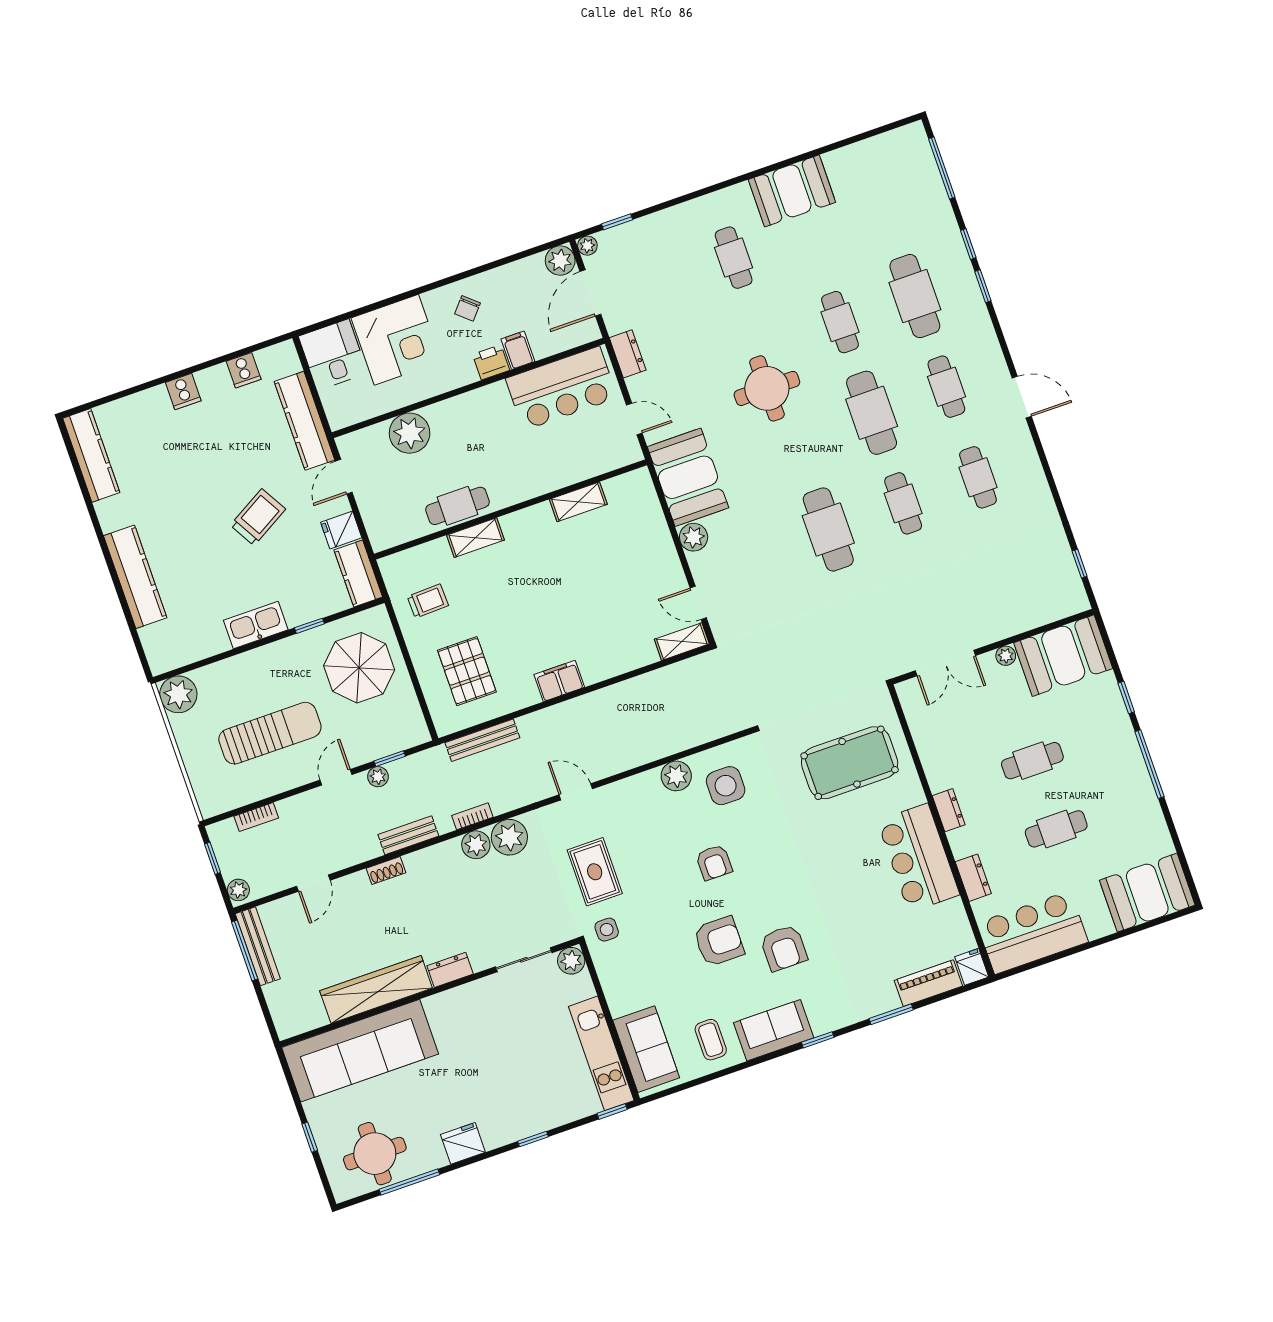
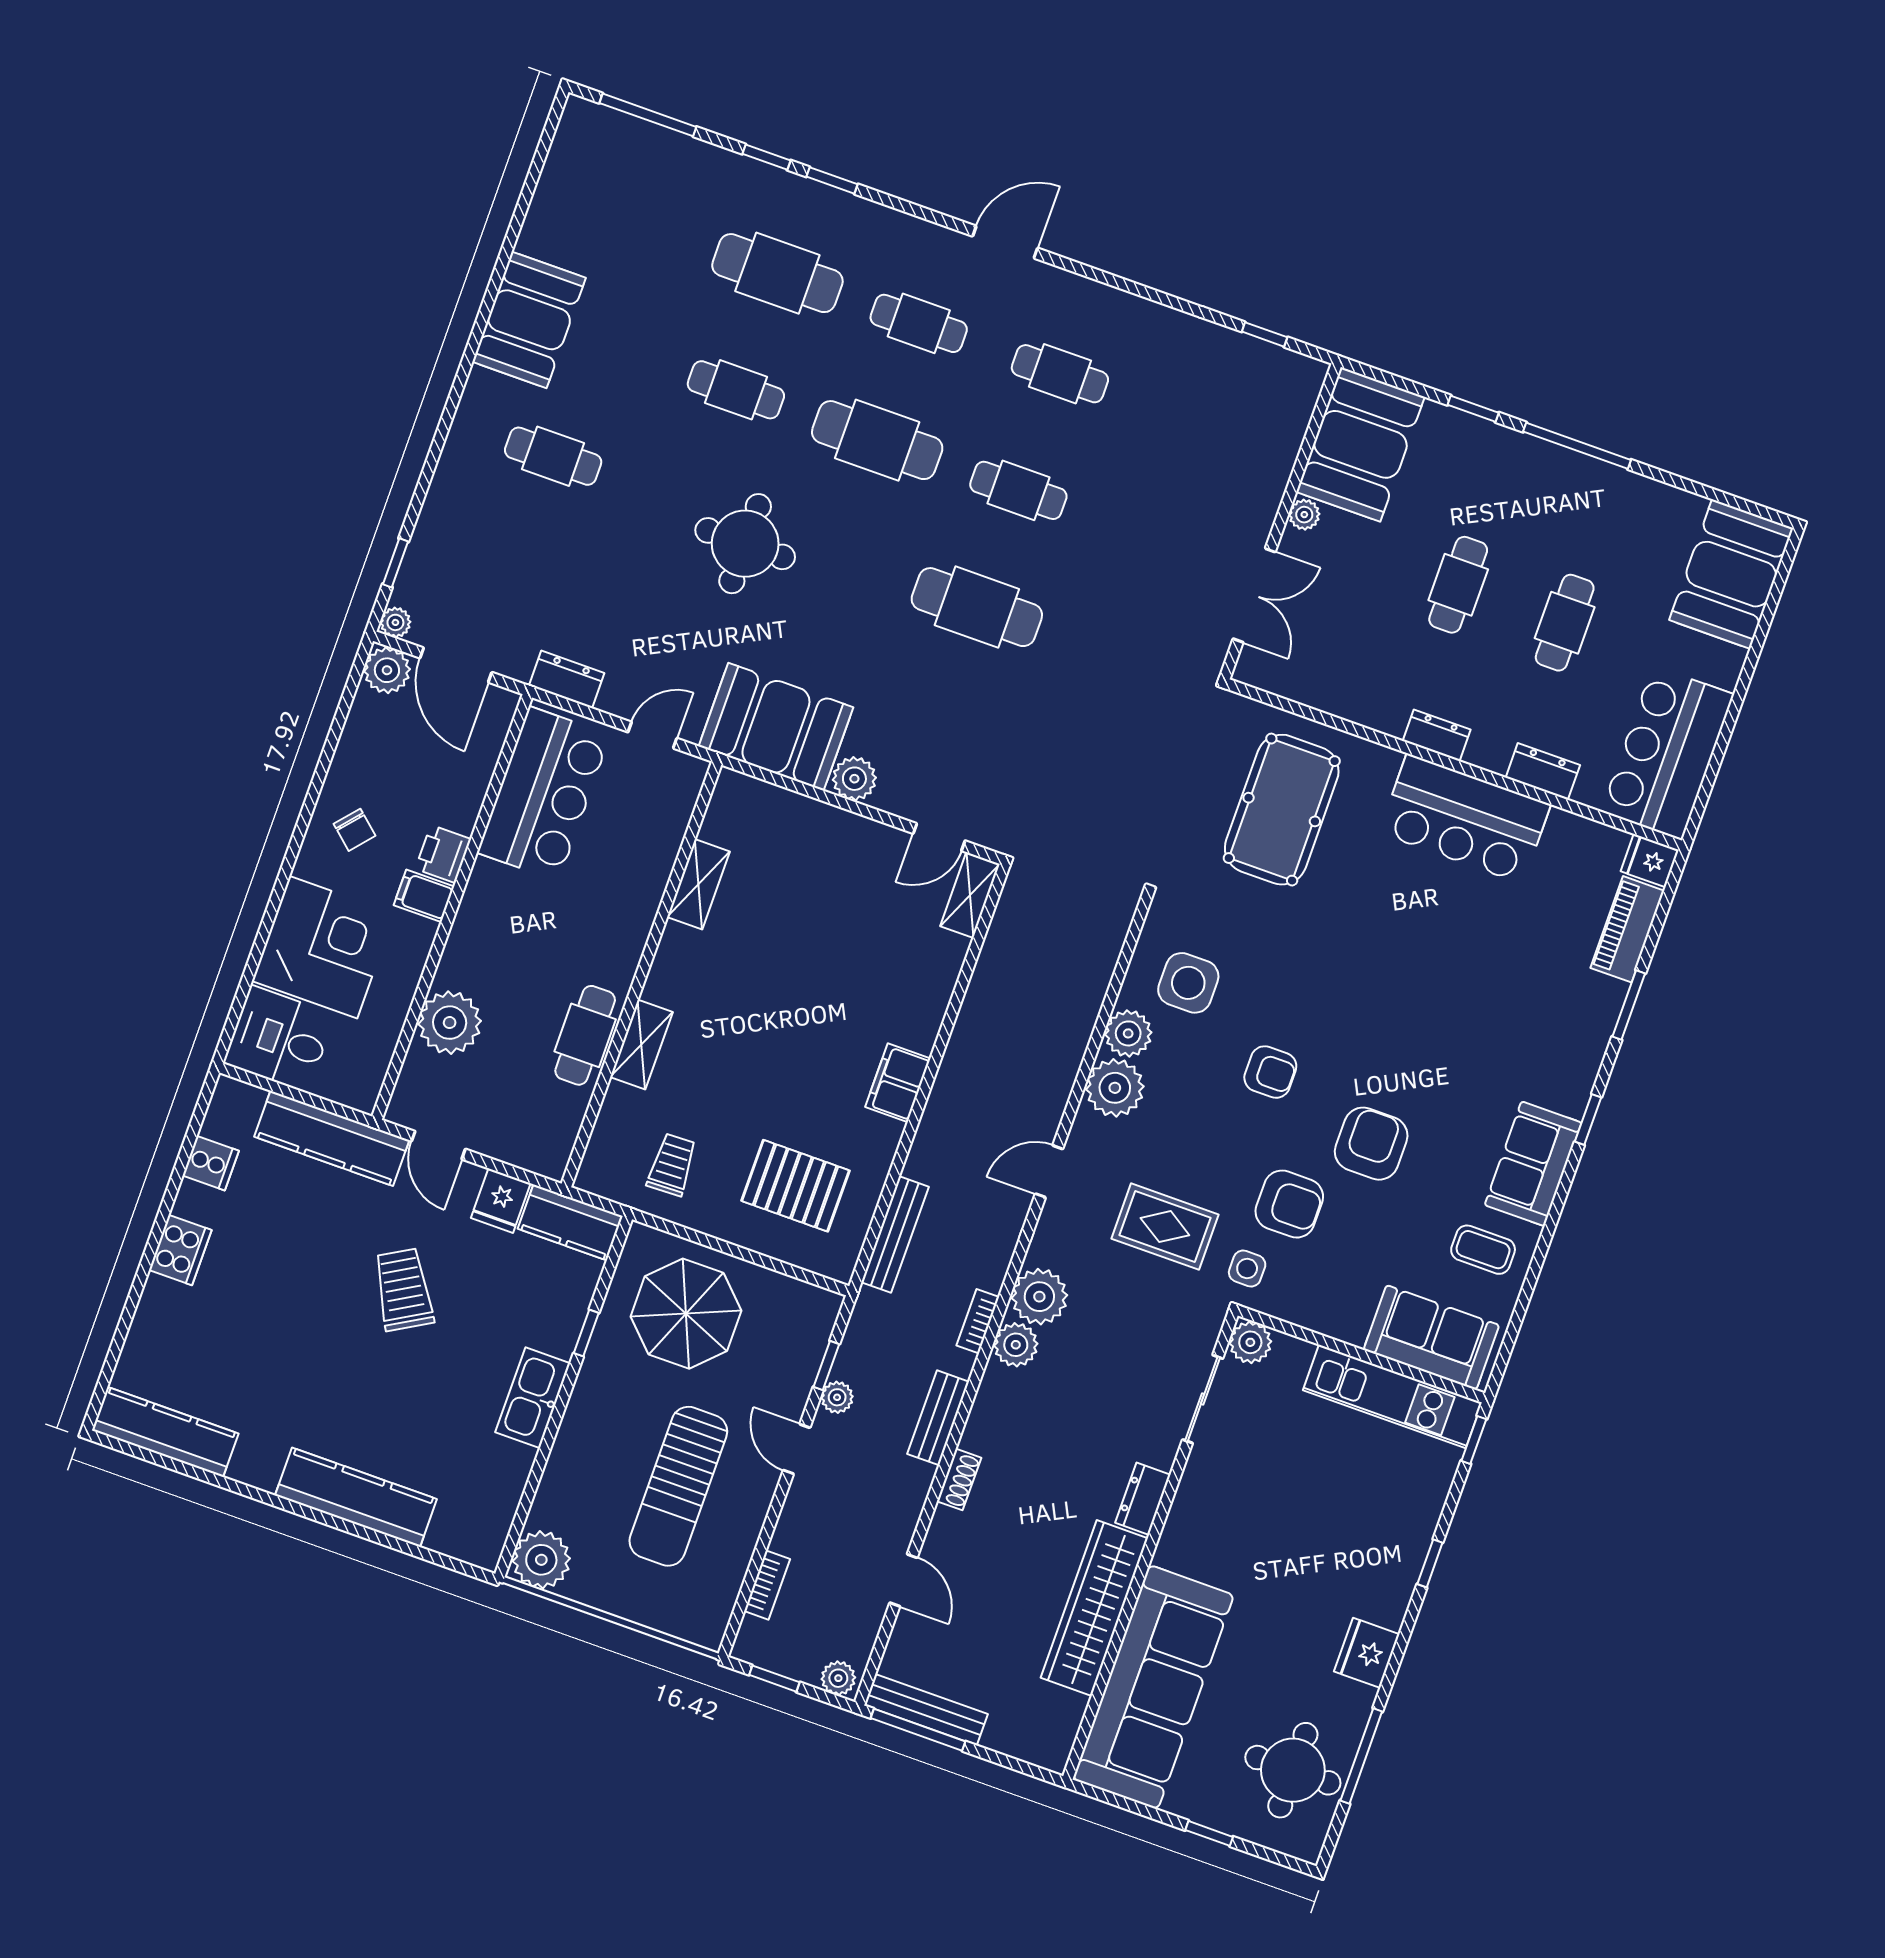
filing cabinet: (518, 350) -> (424, 896), moved
cooker: (183, 392) -> (180, 1250), width x1.36
sun lounger: (270, 733) -> (678, 1486), turned 180
plant: (644, 791) -> (1115, 1088), added
armchair: (784, 948) -> (1289, 1204), moved

